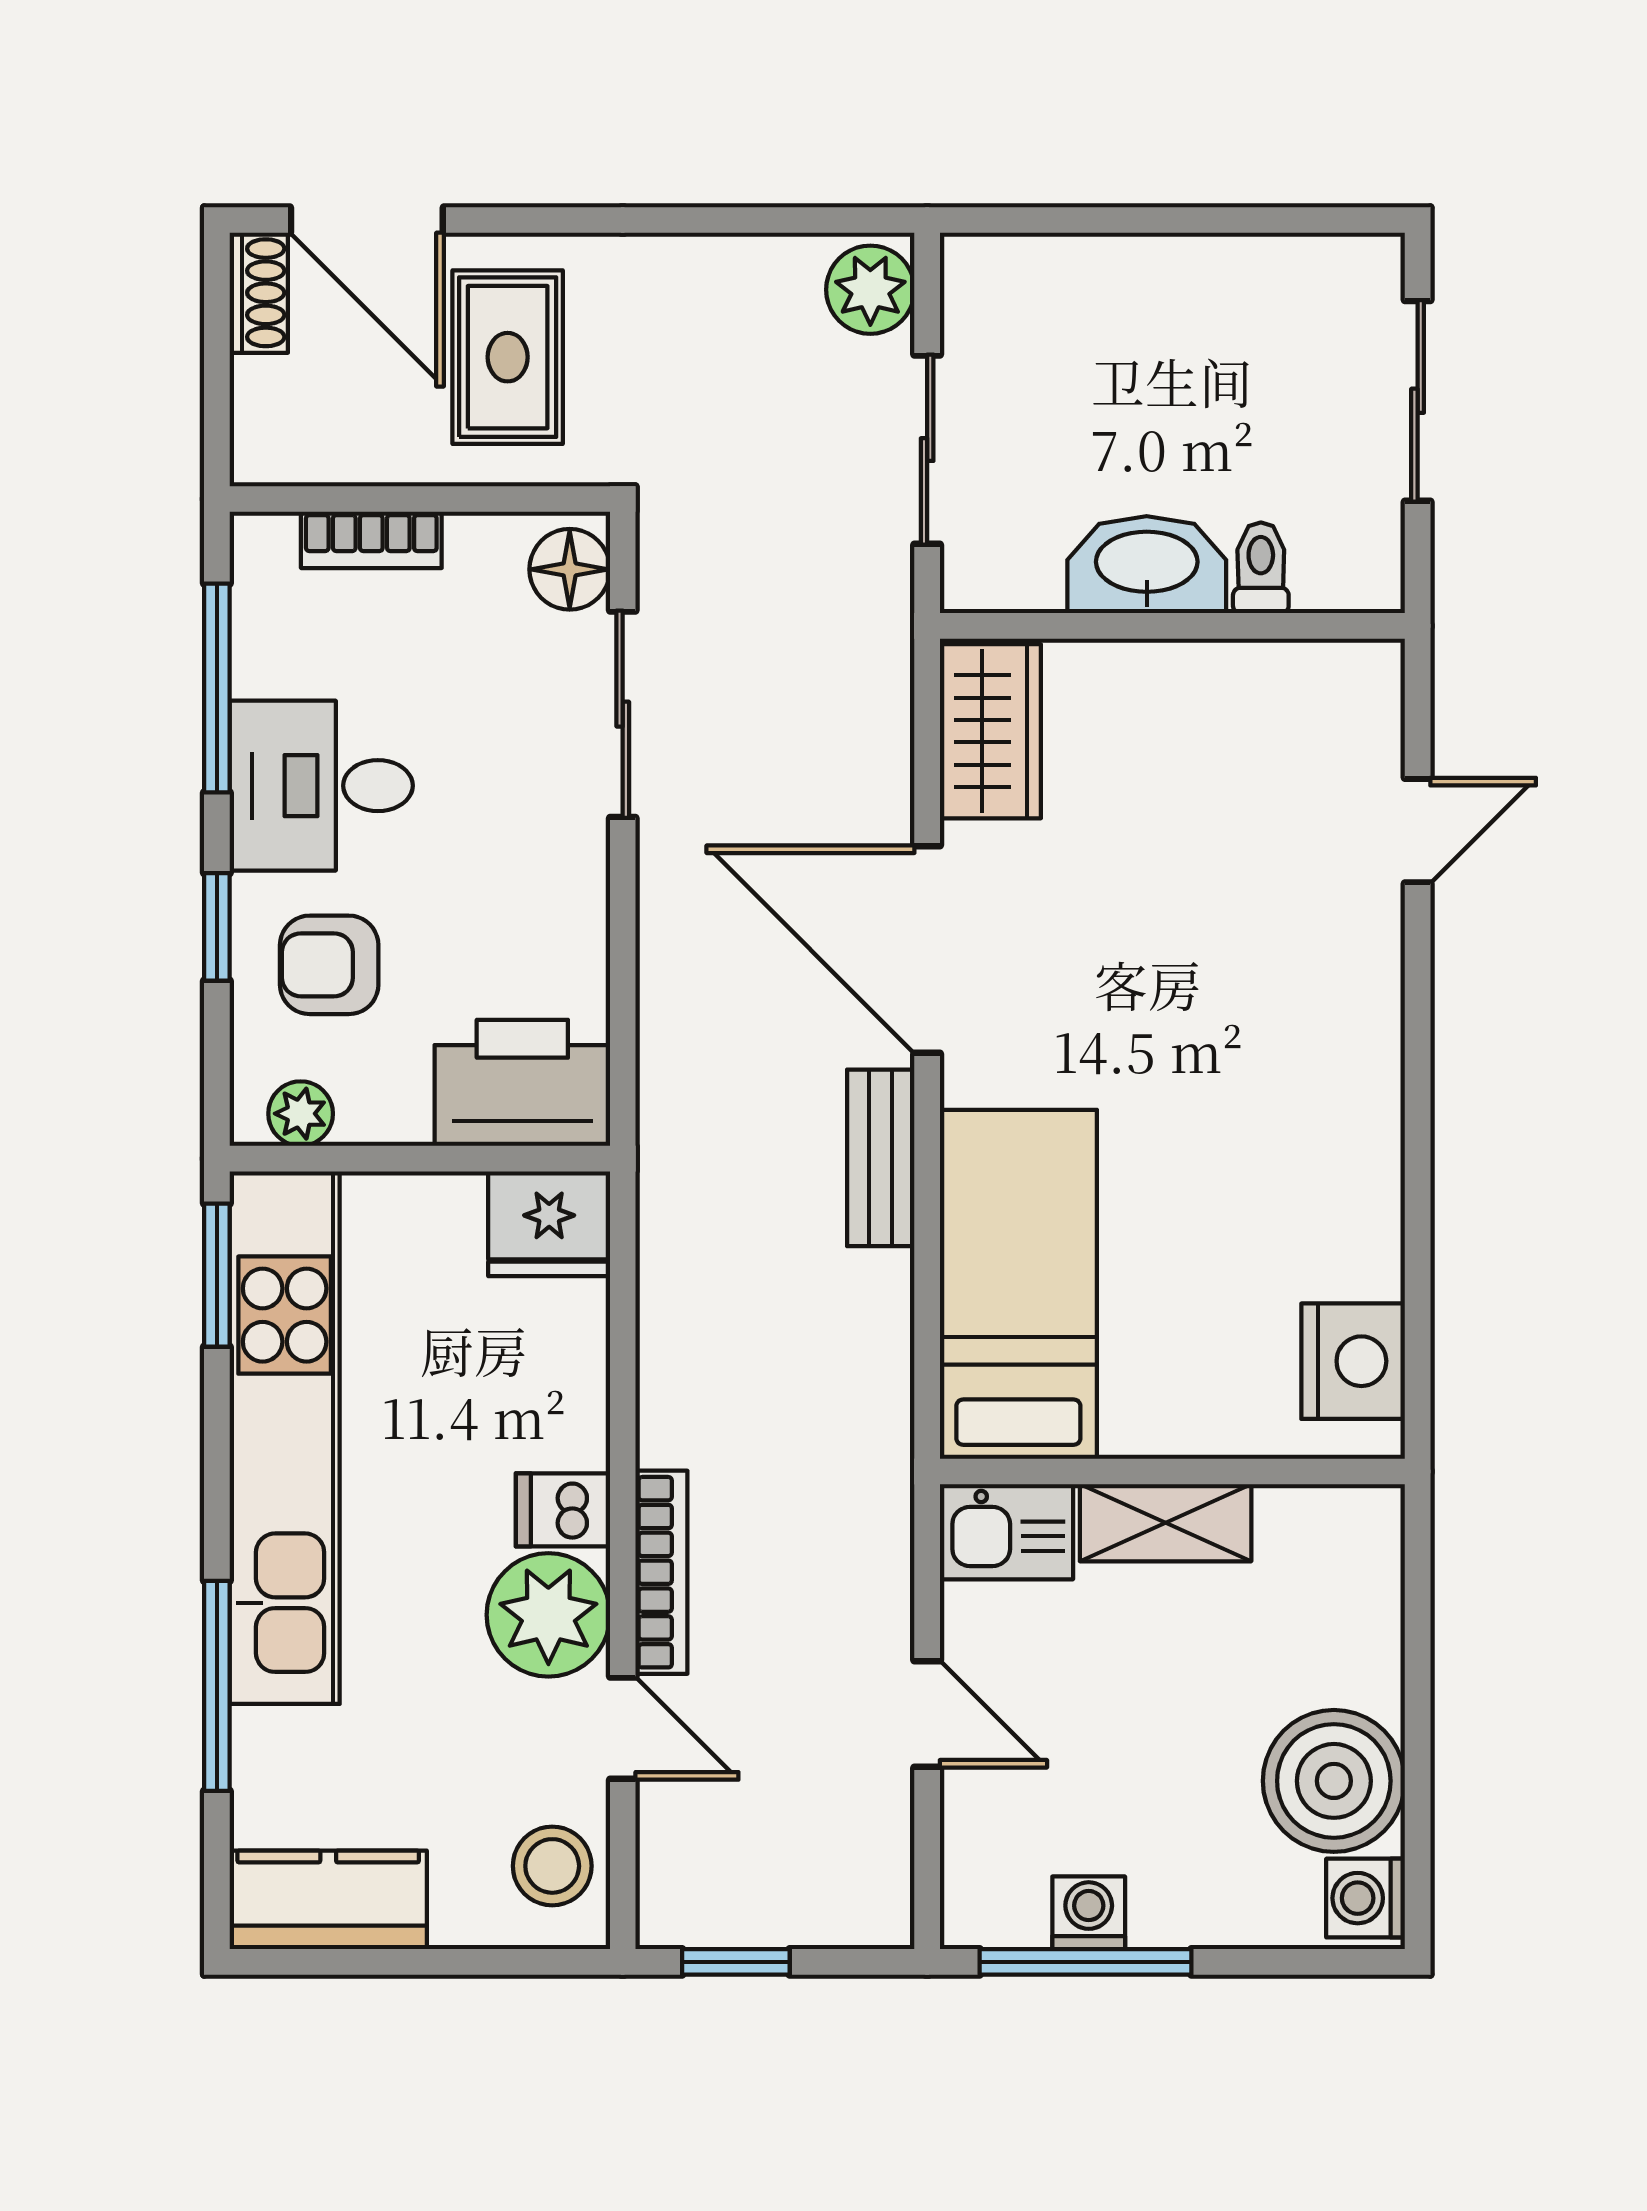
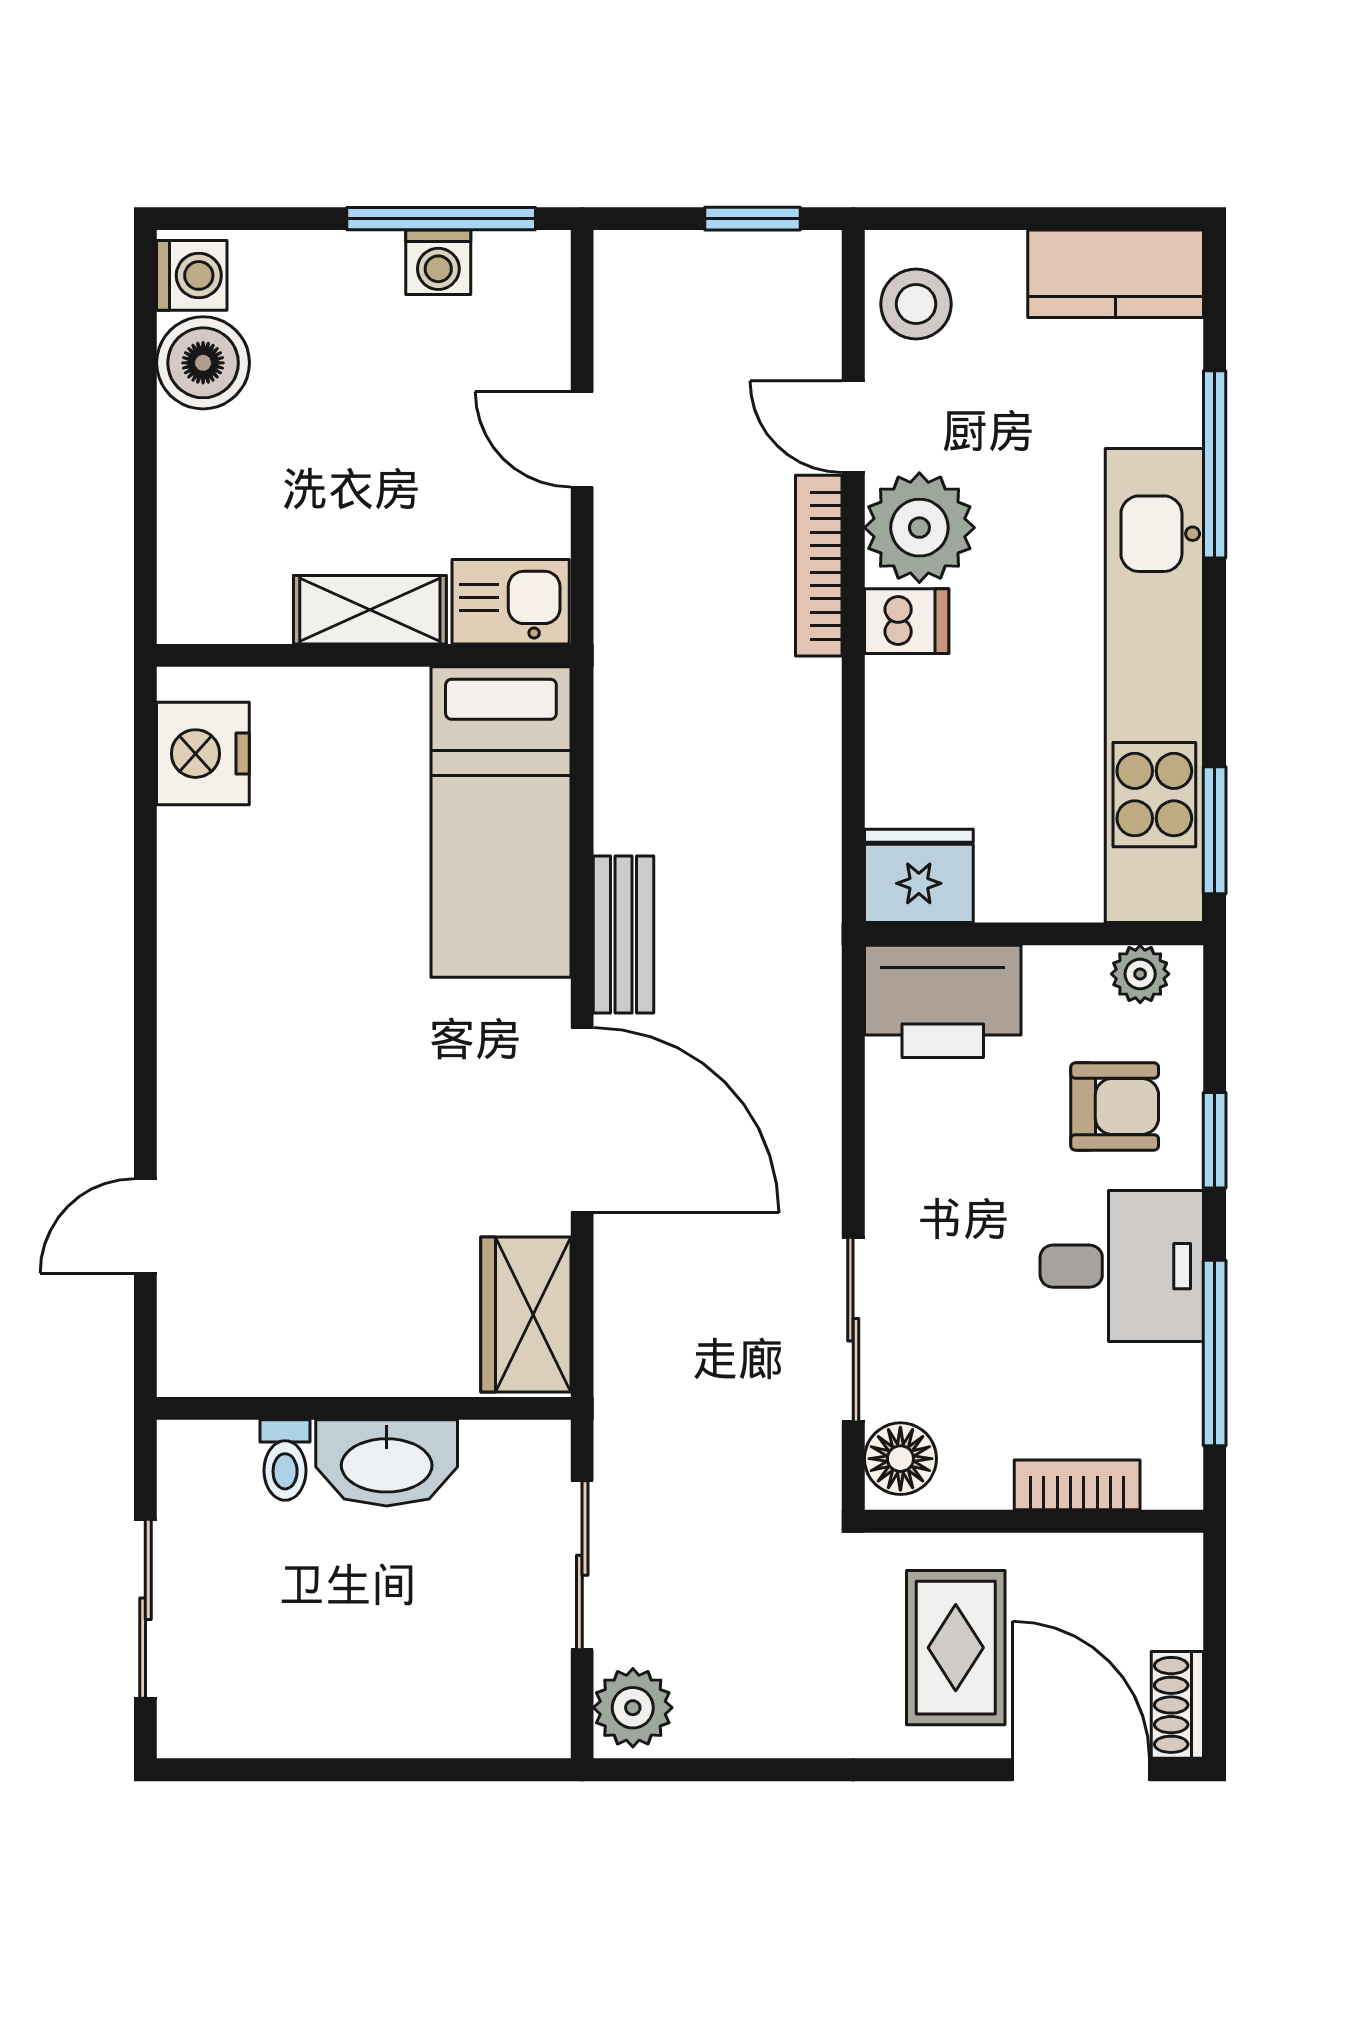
boiler: (1334, 1781) -> (203, 363), width x0.73, depth x0.73

